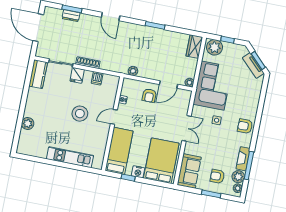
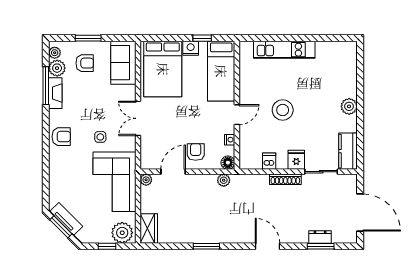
floor lamp: (127, 83) -> (228, 163), added
plant: (28, 124) -> (349, 106), moved

